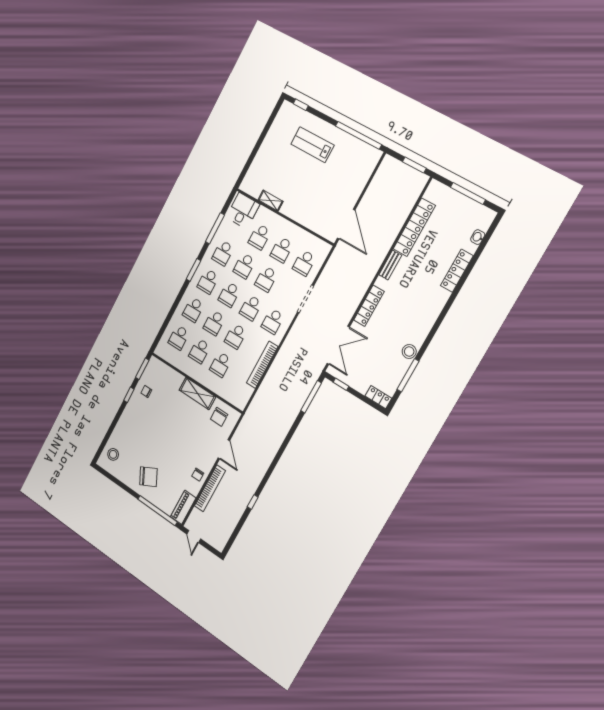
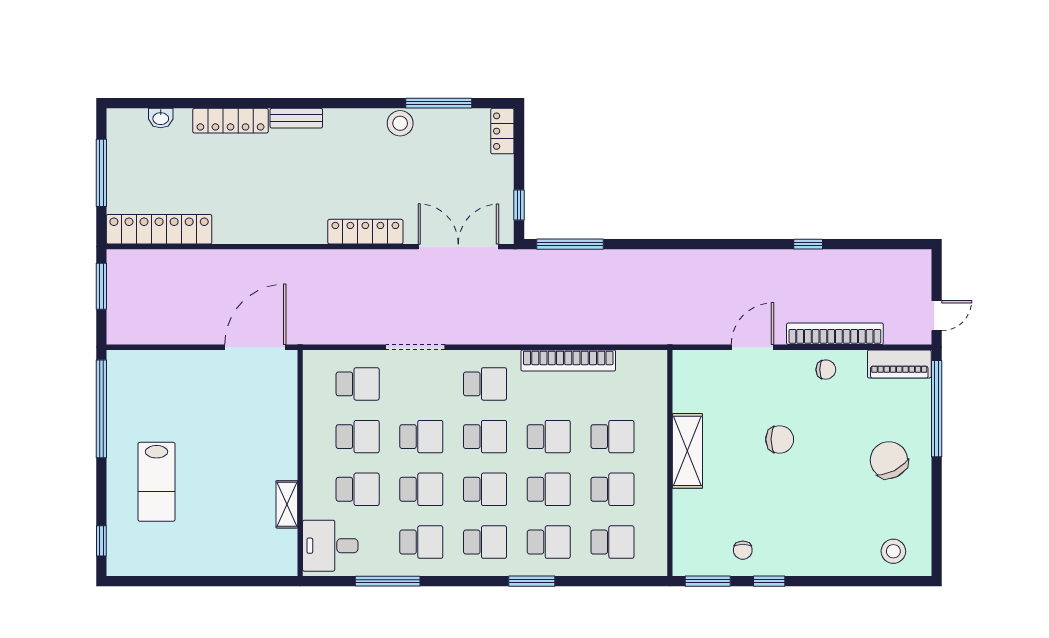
locker: (414, 227) -> (159, 229), moved
bench: (390, 265) -> (296, 118), moved
window: (193, 270) -> (532, 581), moved
chair: (219, 417) -> (780, 439), moved

